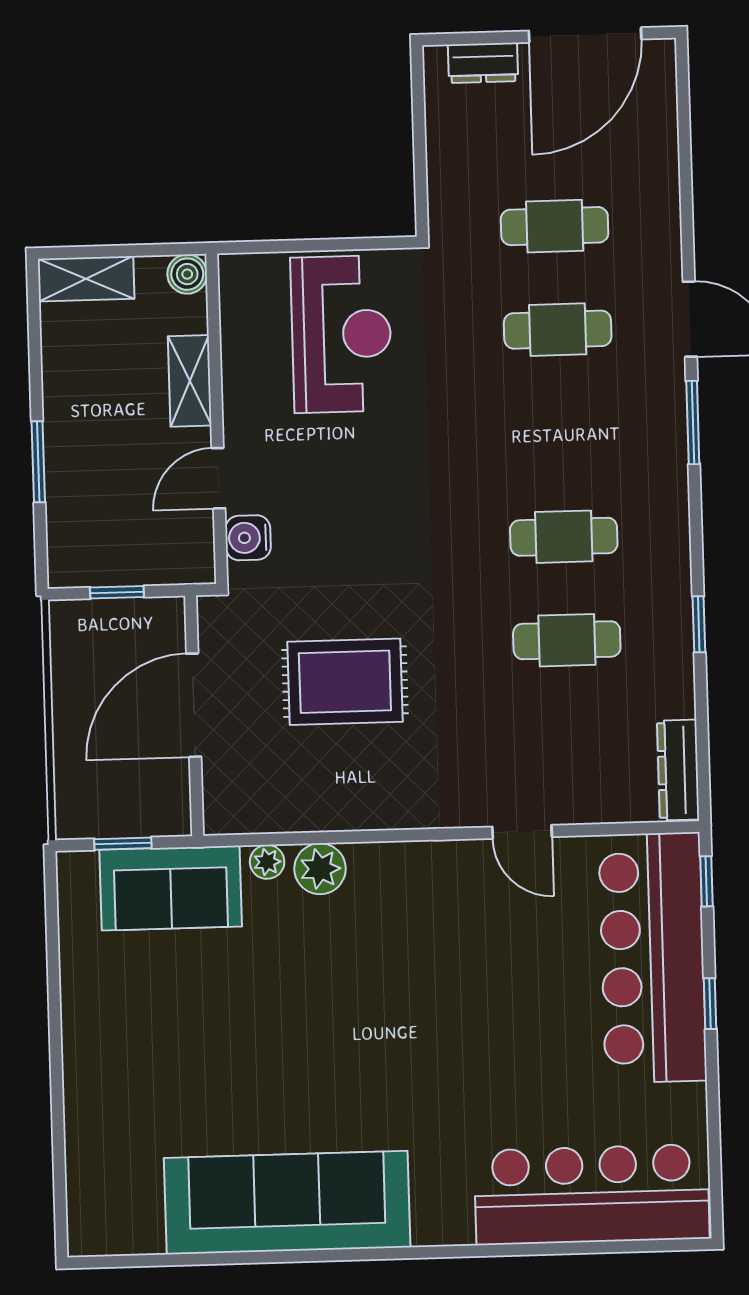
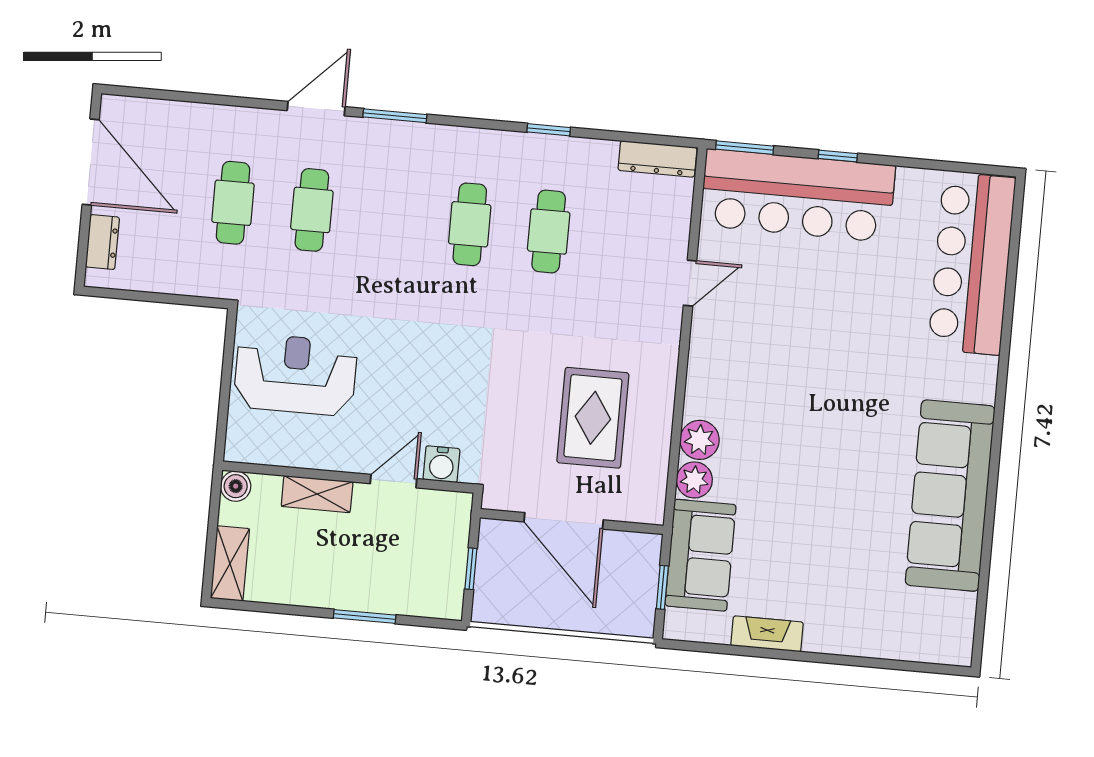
door: (218, 478) -> (394, 481), swing flipped
rug: (345, 682) -> (593, 418), moved
plant: (267, 862) -> (694, 480), width x1.38, depth x1.38
window: (706, 881) -> (745, 148), width x1.50
fireplace: (79, 987) -> (767, 634), added

